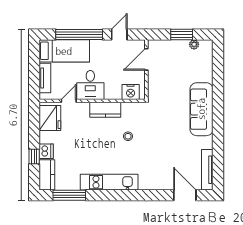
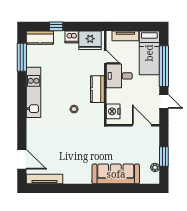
sofa: (201, 109) -> (116, 174), moved
dishwasher: (46, 151) -> (72, 37), moved
door: (185, 195) -> (22, 159), hinge flipped

